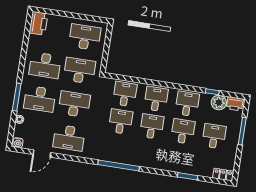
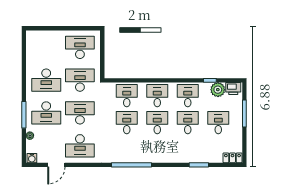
printer: (38, 23) -> (34, 41), removed

